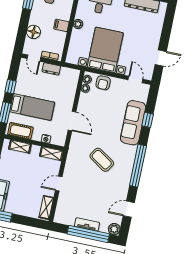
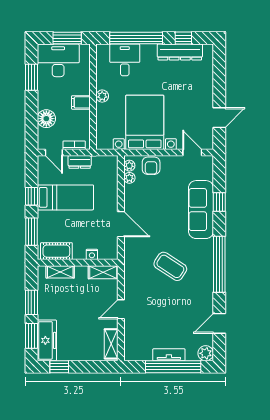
bed: (32, 107) -> (65, 197), moved

